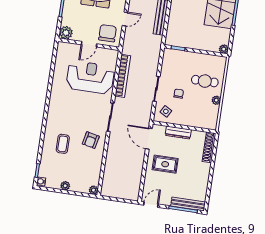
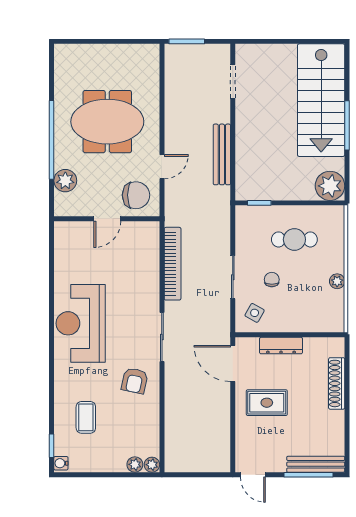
plant: (66, 33) -> (65, 181), moved
chair: (108, 33) -> (136, 195), turned 90
plant: (224, 49) -> (330, 186), width x1.87, depth x1.87
reception desk: (90, 77) -> (81, 323), moved, turned -90
cafe table: (205, 81) -> (294, 239), moved
coffee table: (63, 144) -> (86, 417), moved
shoe rack: (209, 147) -> (337, 383), moved
plant: (65, 186) -> (135, 464), moved
door: (151, 205) -> (253, 475), swing flipped

